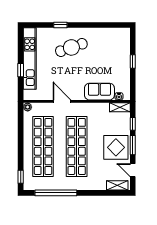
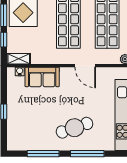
window: (60, 25) -> (87, 154), width x2.17
window: (99, 25) -> (43, 154), added

